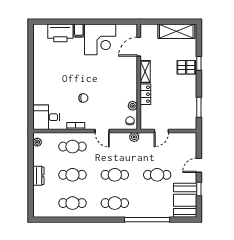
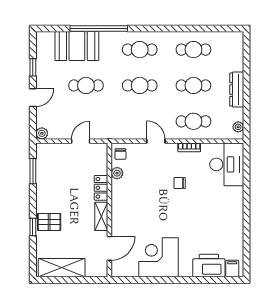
filing cabinet: (79, 31) -> (232, 269), moved
desk: (46, 117) -> (227, 164), width x1.37
plant: (134, 137) -> (42, 133), moved
dresser: (38, 176) -> (237, 90), width x1.44
booth: (185, 200) -> (77, 46), moved, turned 90

